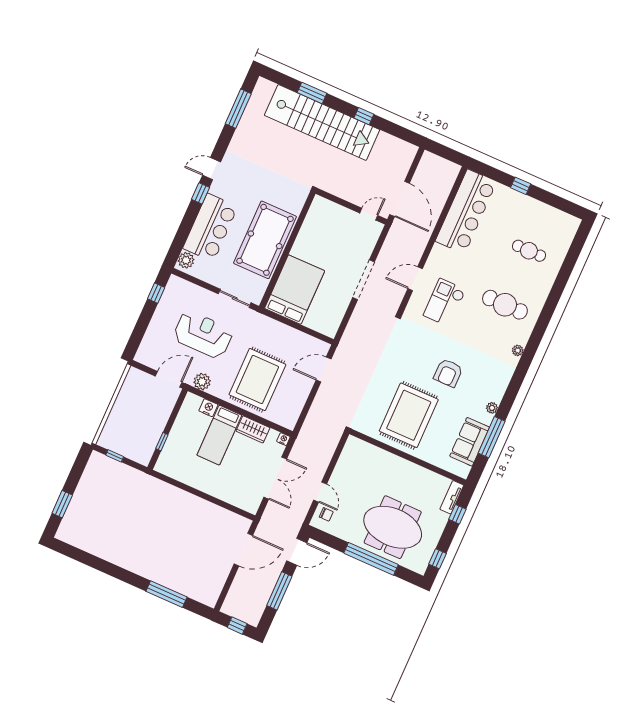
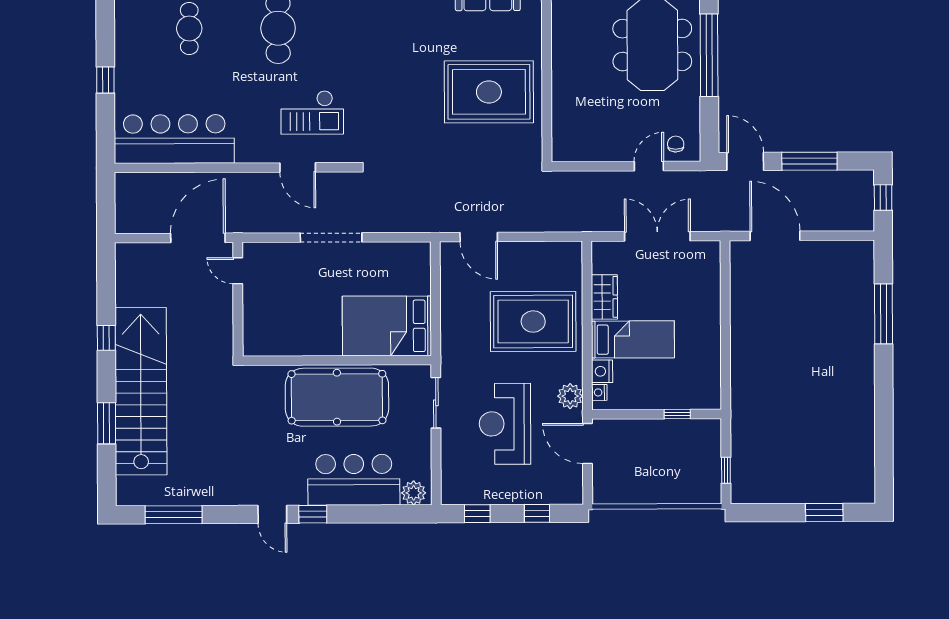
window: (140, 330) -> (537, 513), added
armchair: (448, 373) -> (406, 64), removed
nightstand: (283, 439) -> (599, 392), moved

